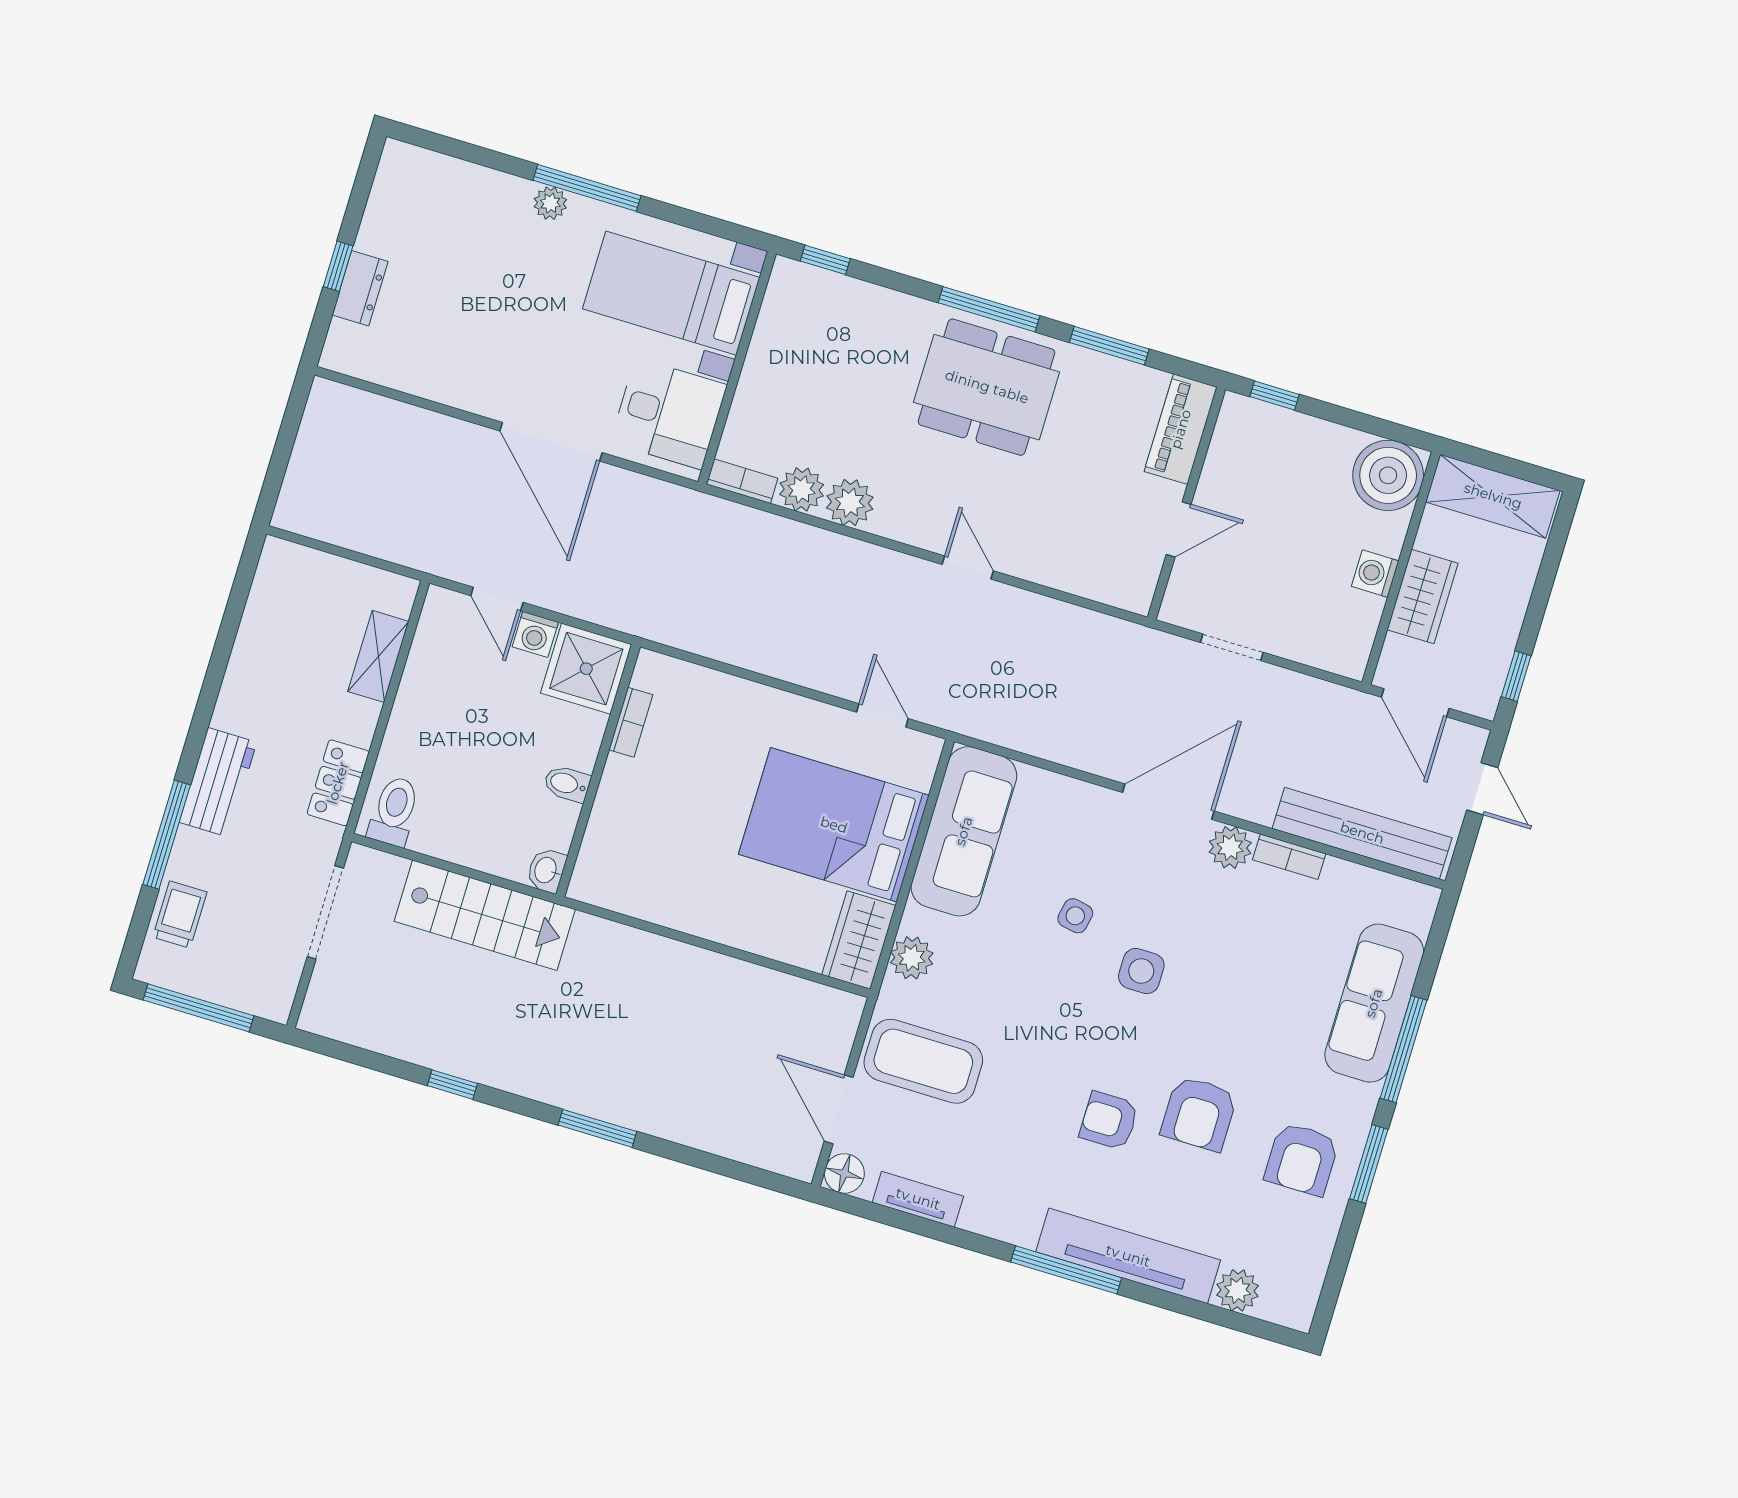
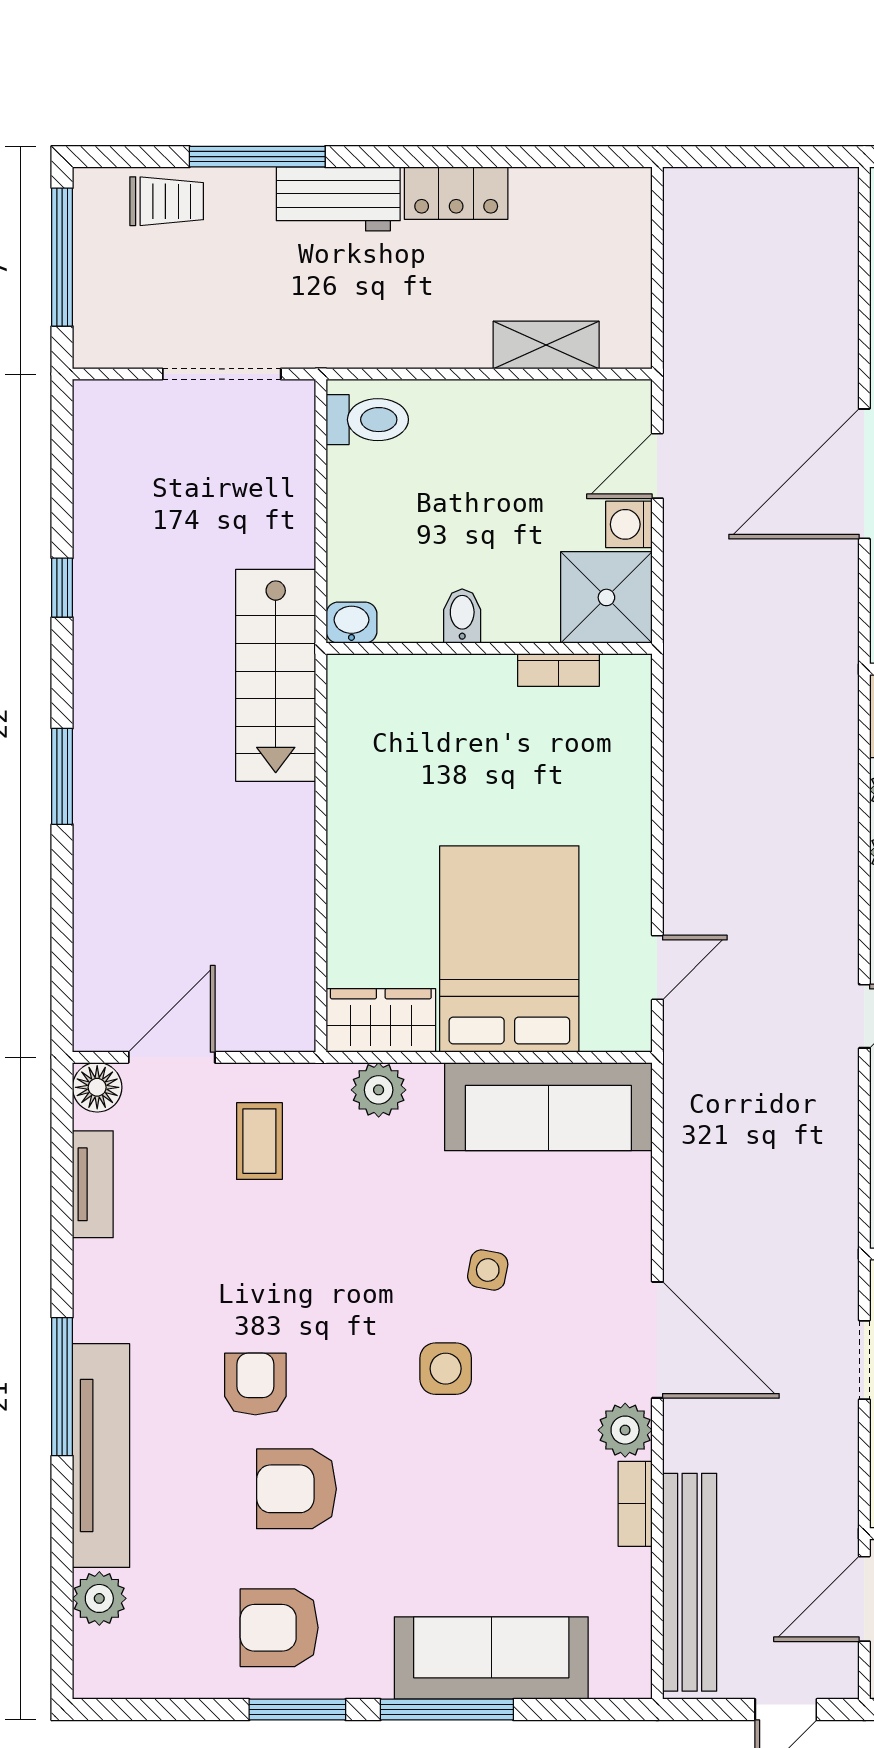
locker: (338, 783) -> (456, 193), moved, turned 180
stairs: (485, 915) -> (276, 675), moved
coffee table: (923, 1061) -> (259, 1141), width x0.54, depth x0.58

